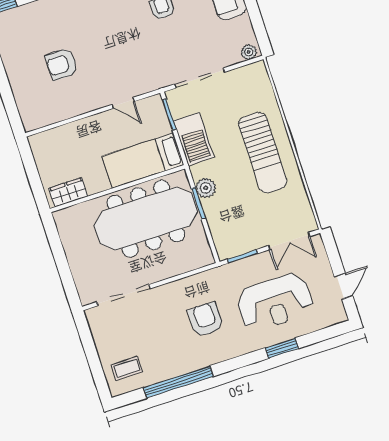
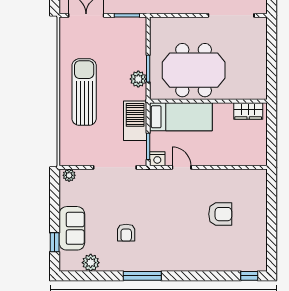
nightstand: (154, 104) -> (157, 159), added
meeting table: (146, 219) -> (194, 70), width x0.73

